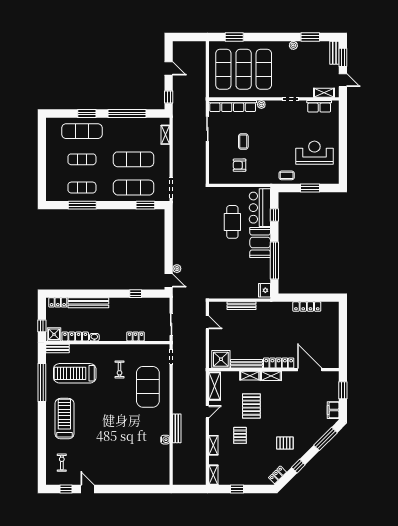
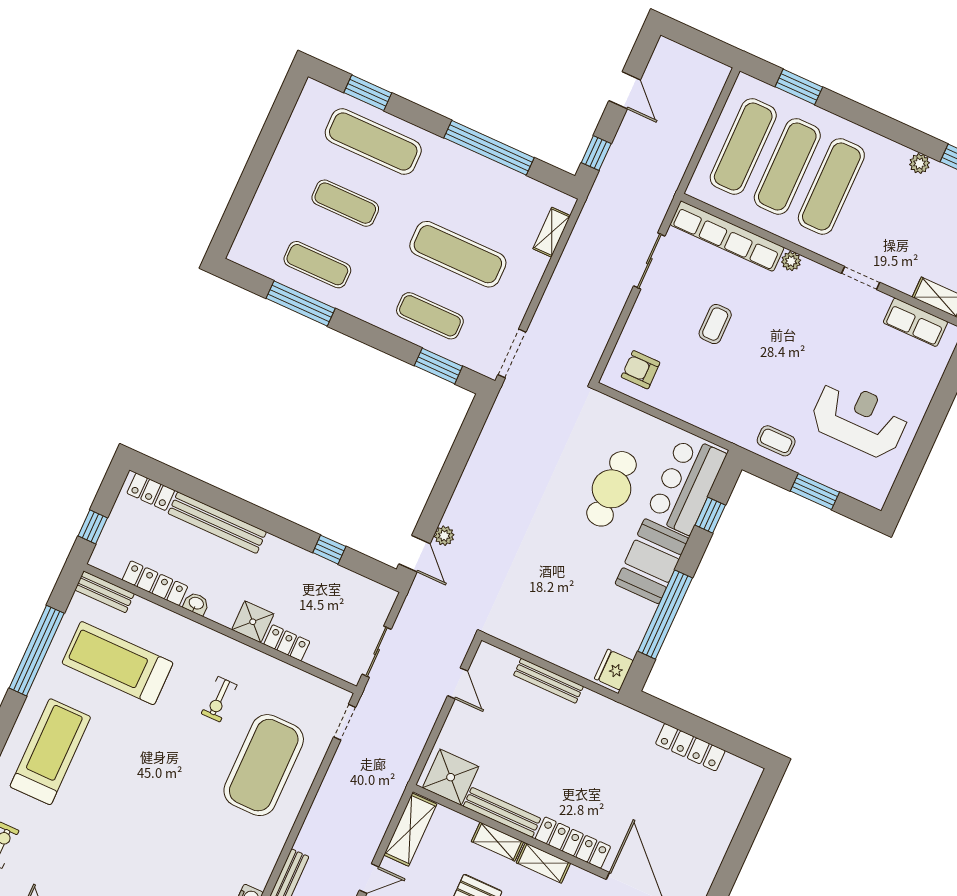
window: (87, 113) -> (368, 93), moved
armchair: (240, 165) -> (641, 370), moved
exercise mat: (134, 188) -> (430, 316), width x0.73, depth x0.69
shower: (54, 334) -> (253, 622), moved

